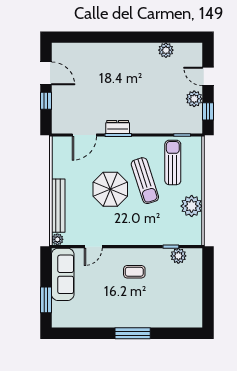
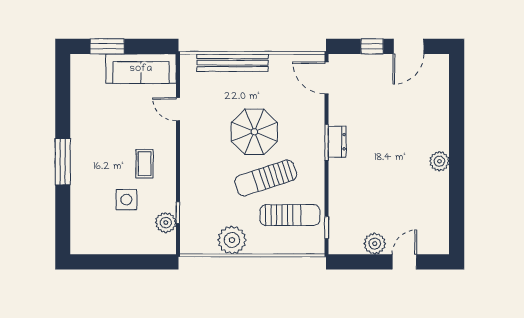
plant: (166, 50) -> (439, 161), moved
window: (208, 111) -> (358, 262), removed
door: (84, 135) -> (327, 78), moved
plant: (57, 239) -> (188, 62), removed
side table: (161, 285) -> (126, 200), added

